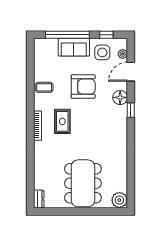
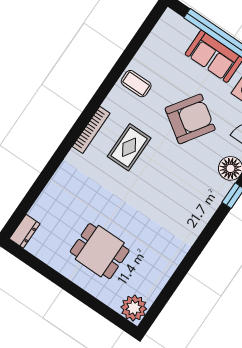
armchair: (83, 87) -> (190, 119), turned -56
dining table: (83, 183) -> (100, 251), width x0.53, depth x0.80

